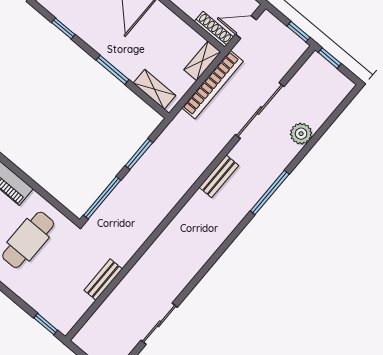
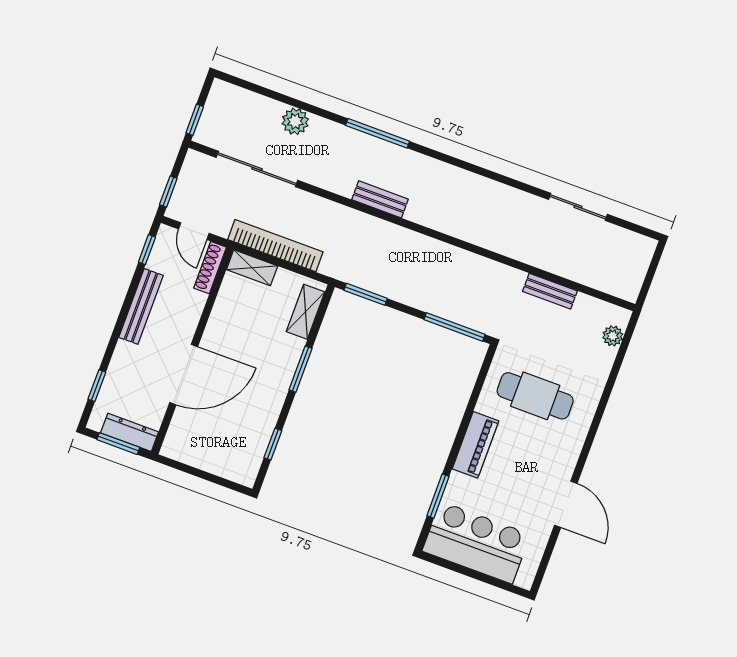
window: (298, 32) -> (168, 191), moved
sliding door: (260, 111) -> (257, 169), moved
window: (139, 154) -> (366, 294), moved
plant: (52, 315) -> (613, 336), added
window: (46, 324) -> (626, 340), removed

